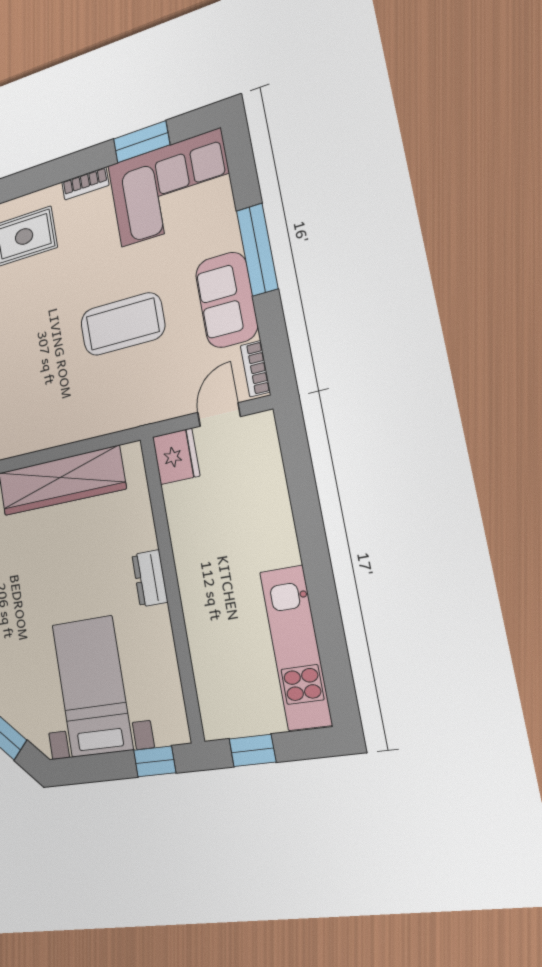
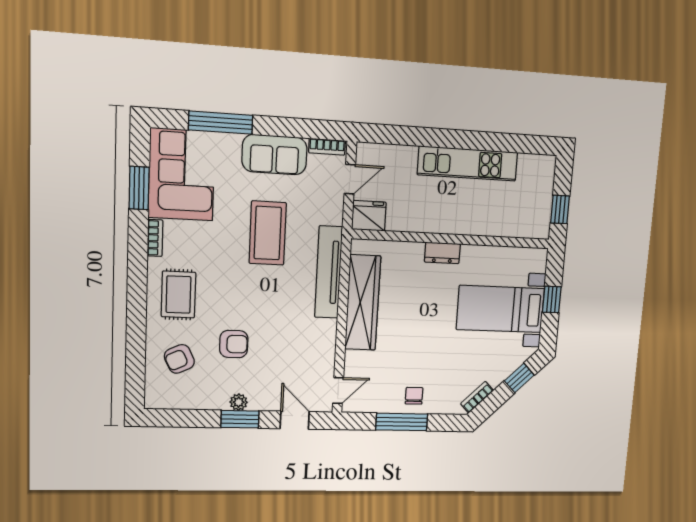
window: (257, 250) -> (221, 123), moved
door: (219, 415) -> (350, 179), swing flipped
tv unit: (90, 422) -> (329, 272), added
kitchen unit: (296, 648) -> (468, 164), moved
window: (155, 761) -> (552, 299), moved

